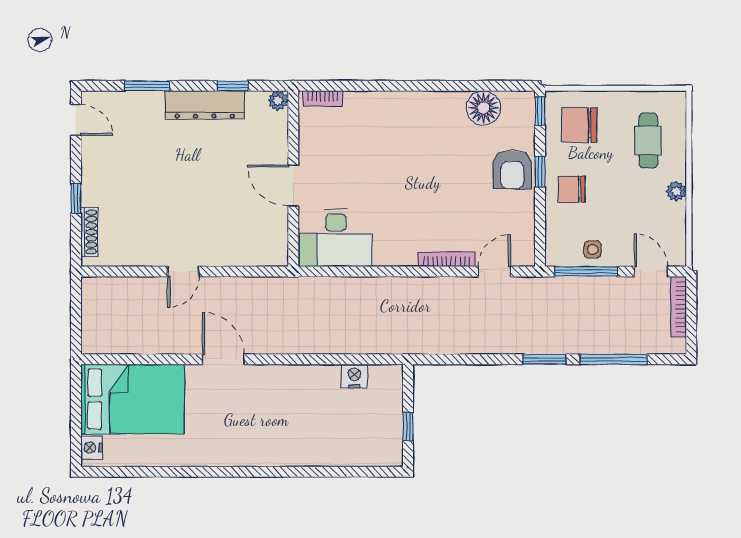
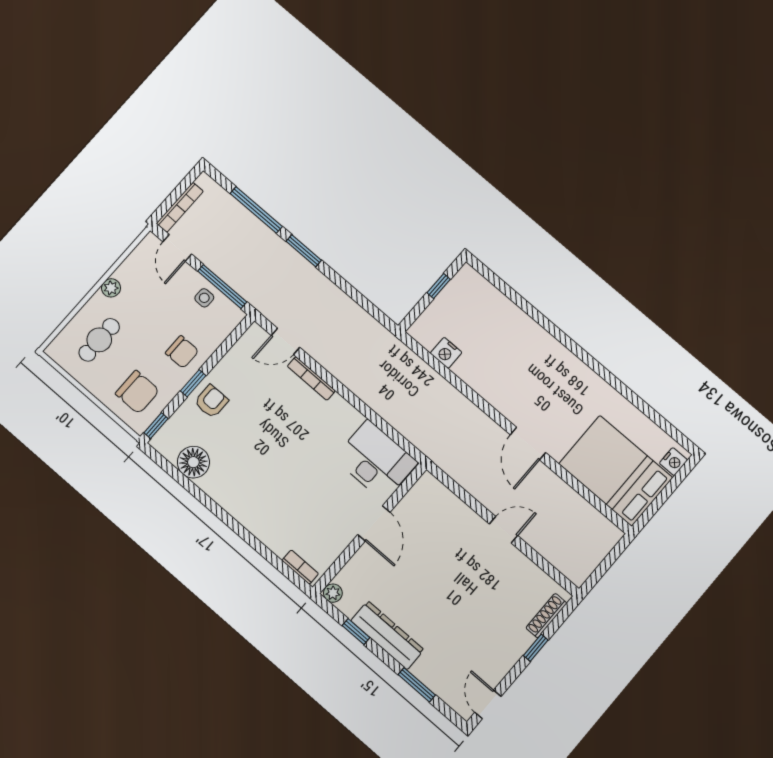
armchair: (512, 170) -> (211, 401), width x0.72, depth x0.72

